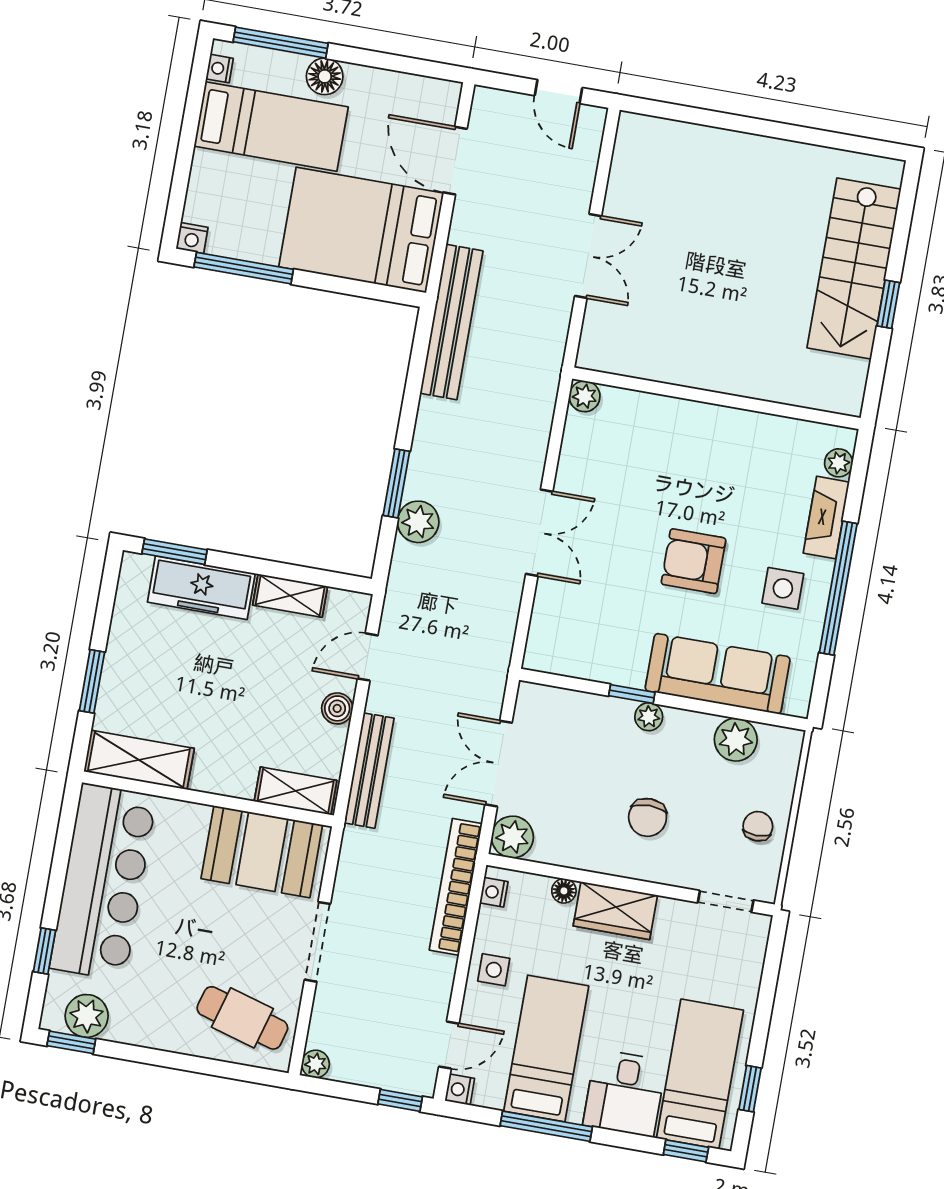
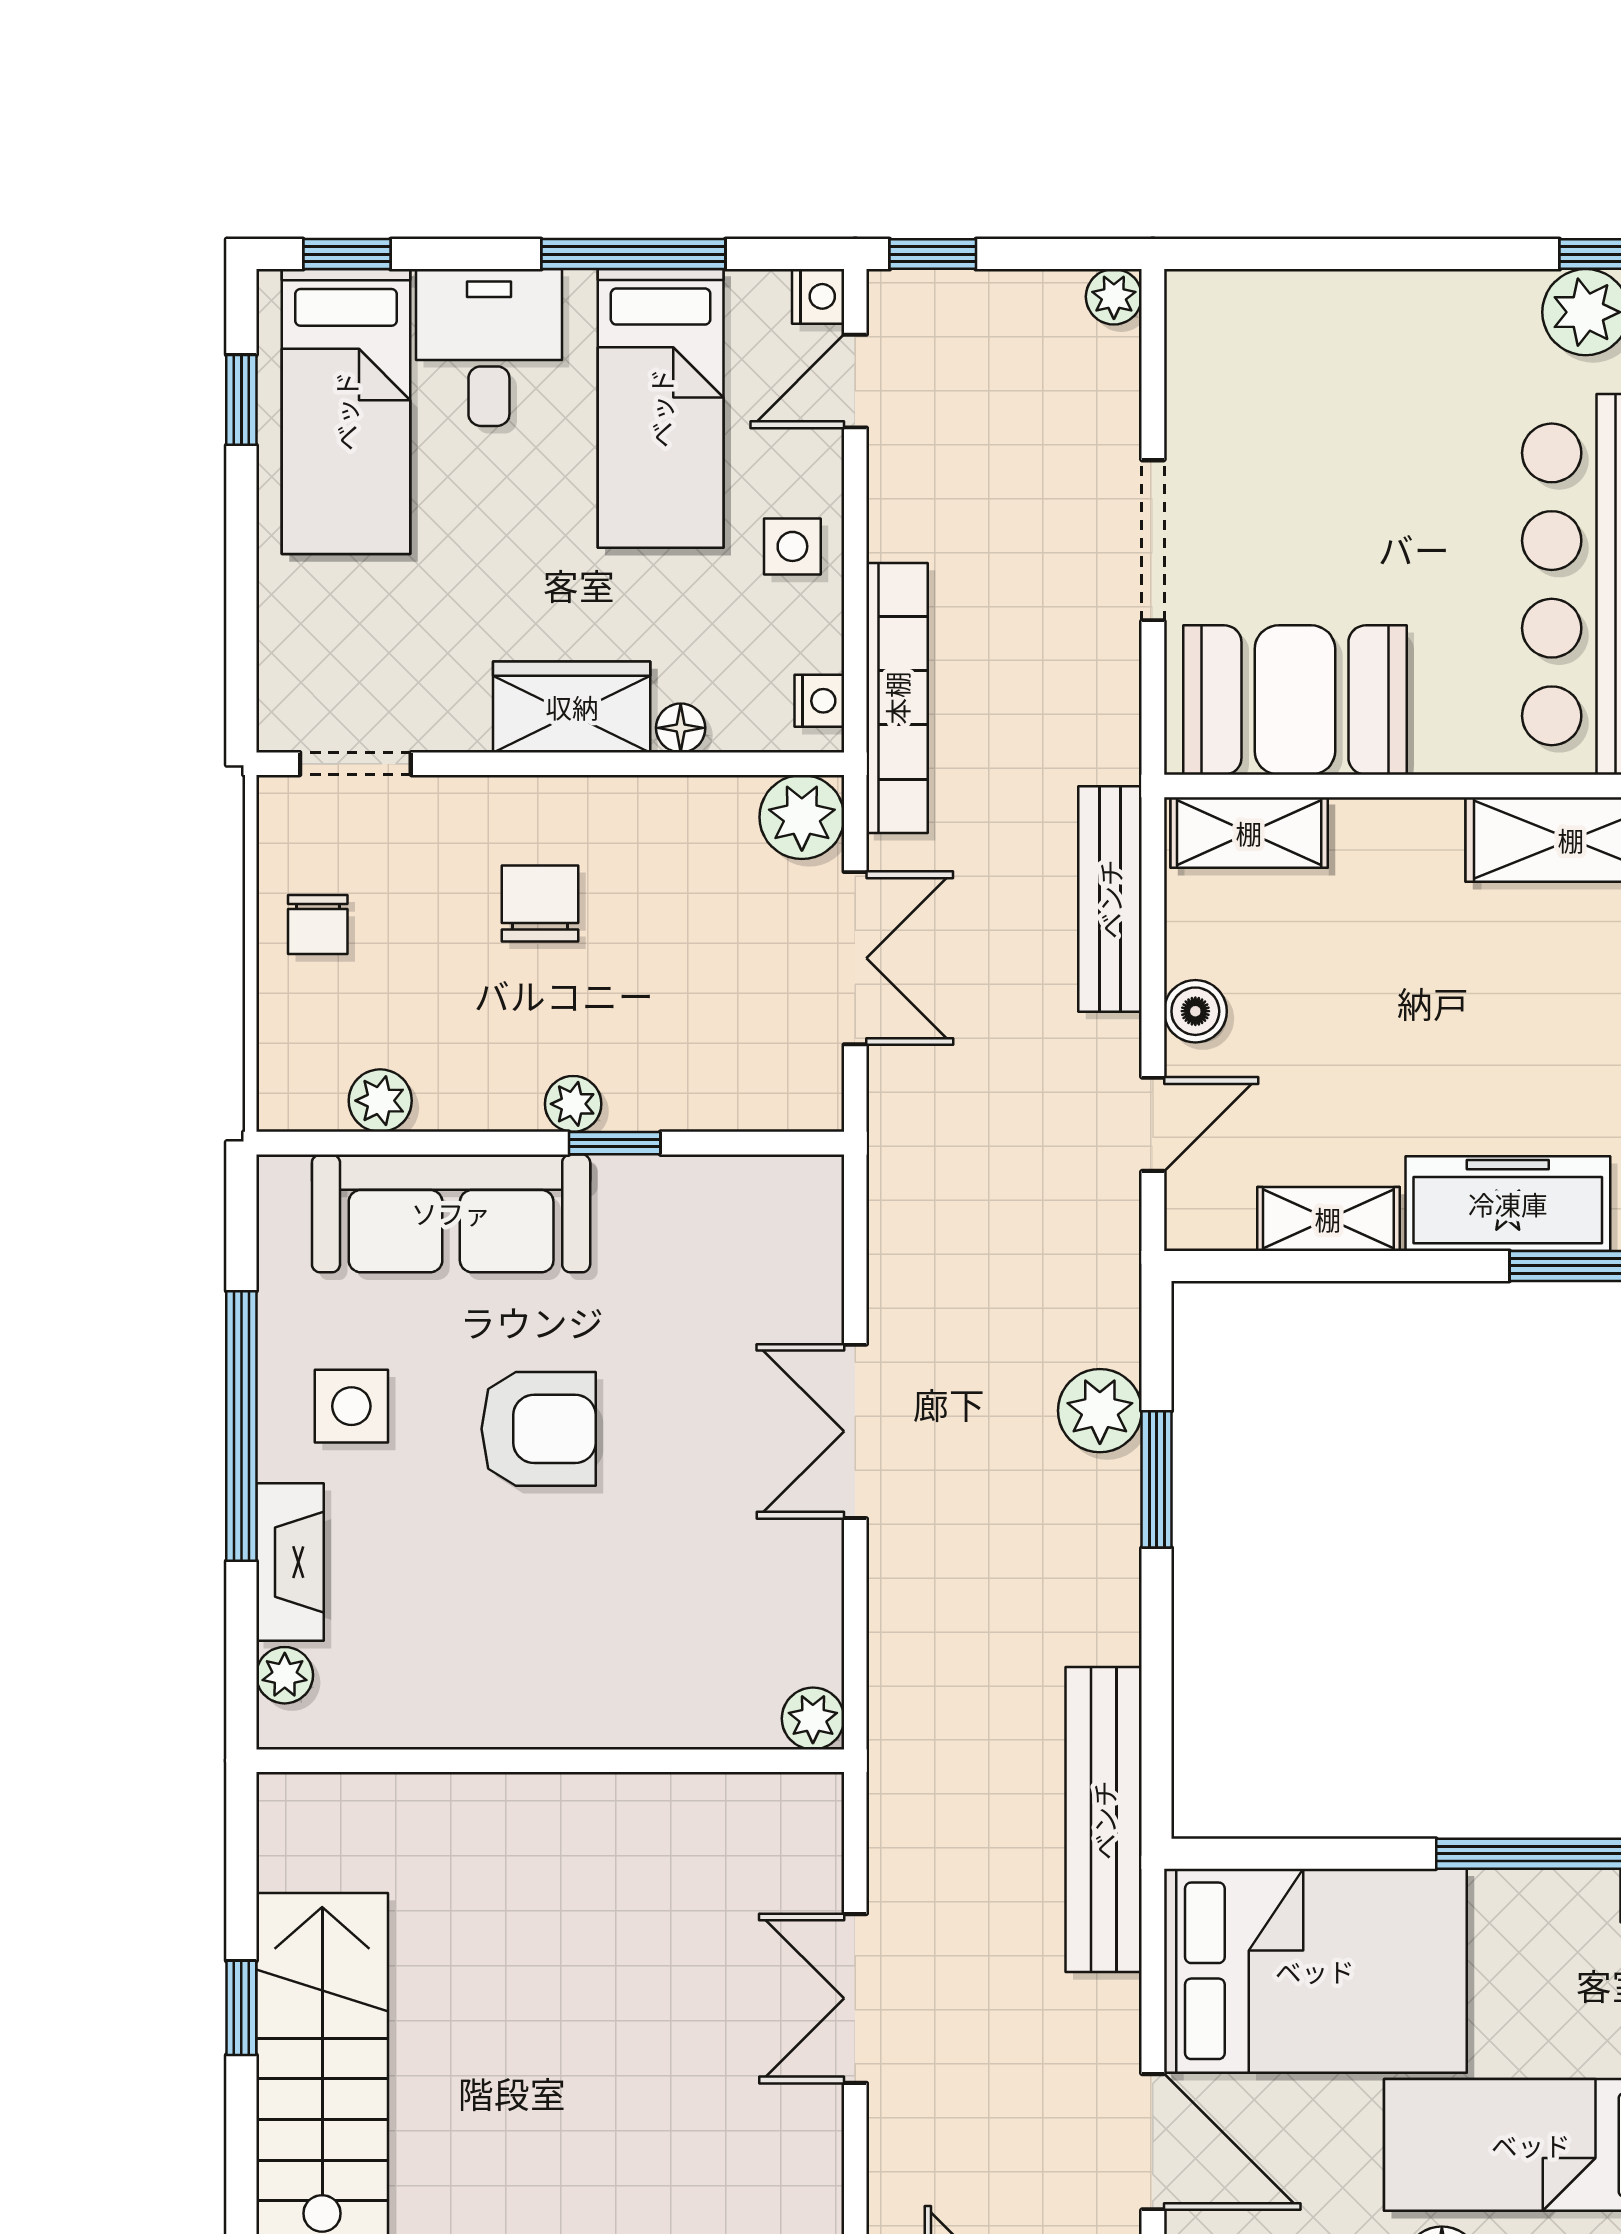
plant: (736, 740) -> (380, 1101), width x0.73, depth x0.73
cafe table: (242, 1018) -> (1275, 363), removed

